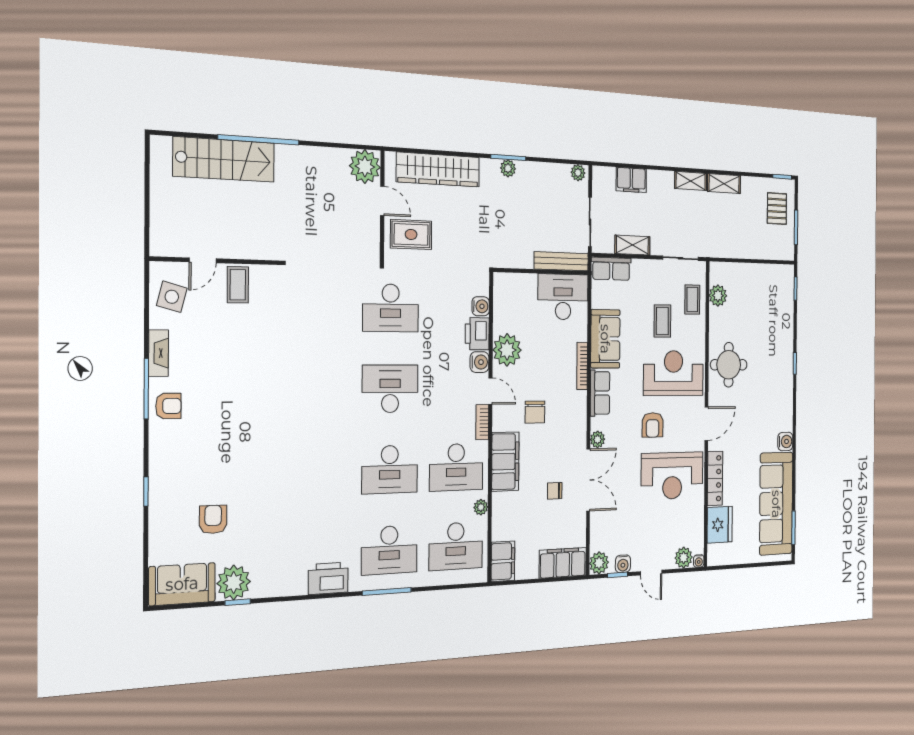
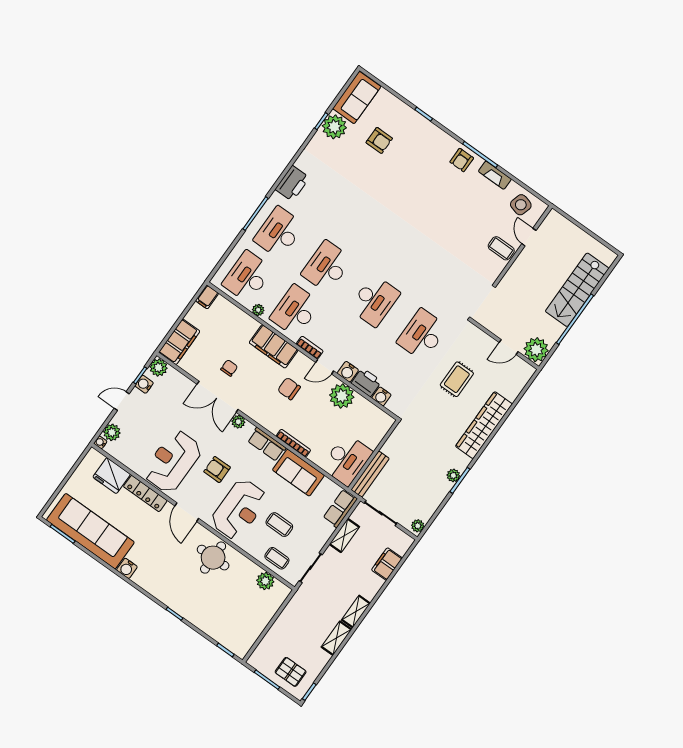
plant: (365, 167) -> (536, 350), moved
door: (382, 201) -> (509, 347), moved
wall: (382, 207) -> (505, 344), moved
filing cabinet: (503, 561) -> (207, 297), width x0.50

